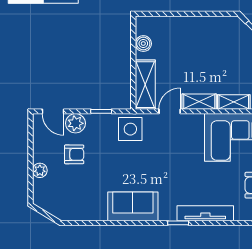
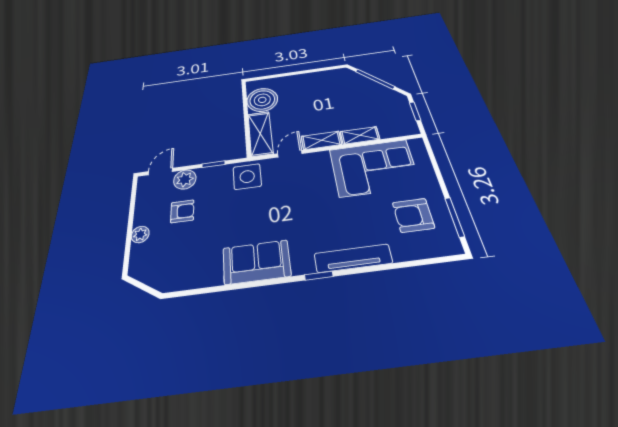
boiler: (143, 44) -> (262, 100), width x1.86, depth x1.86
door: (53, 111) -> (160, 172), swing flipped

